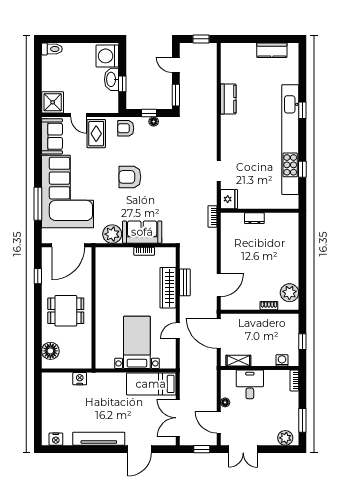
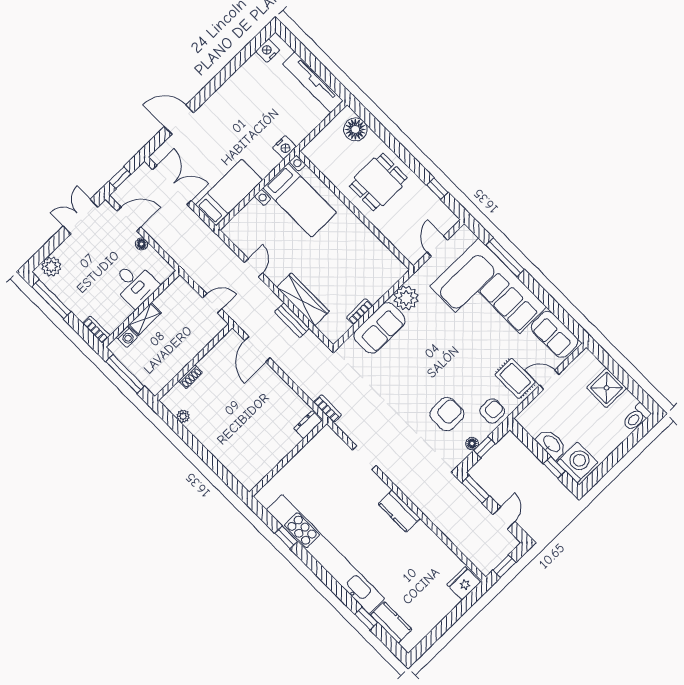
kitchen counter: (272, 50) -> (391, 622), moved, turned 90
door: (176, 65) -> (504, 518), hinge flipped
window: (122, 84) -> (554, 467), moved
kitchen counter: (228, 99) -> (399, 511), moved
shower: (53, 102) -> (606, 388), moved
window: (302, 110) -> (366, 618), moved
armchair: (130, 177) -> (447, 414), moved
fridge: (229, 199) -> (464, 583), moved, turned 90
dresser: (254, 218) -> (308, 425), moved
door: (68, 245) -> (437, 246), width x0.53
plant: (289, 293) -> (183, 416), width x0.53, depth x0.53
door: (219, 333) -> (212, 303), width x0.53
bed with nightstands: (137, 342) -> (300, 200), moved
window: (302, 342) -> (125, 374), width x2.17
shelving: (238, 361) -> (145, 319), moved
nightstand: (80, 379) -> (285, 147), moved
window: (302, 420) -> (51, 299), width x1.44
tv unit: (99, 439) -> (313, 82), moved, turned 90
door: (140, 449) -> (179, 120), hinge flipped

